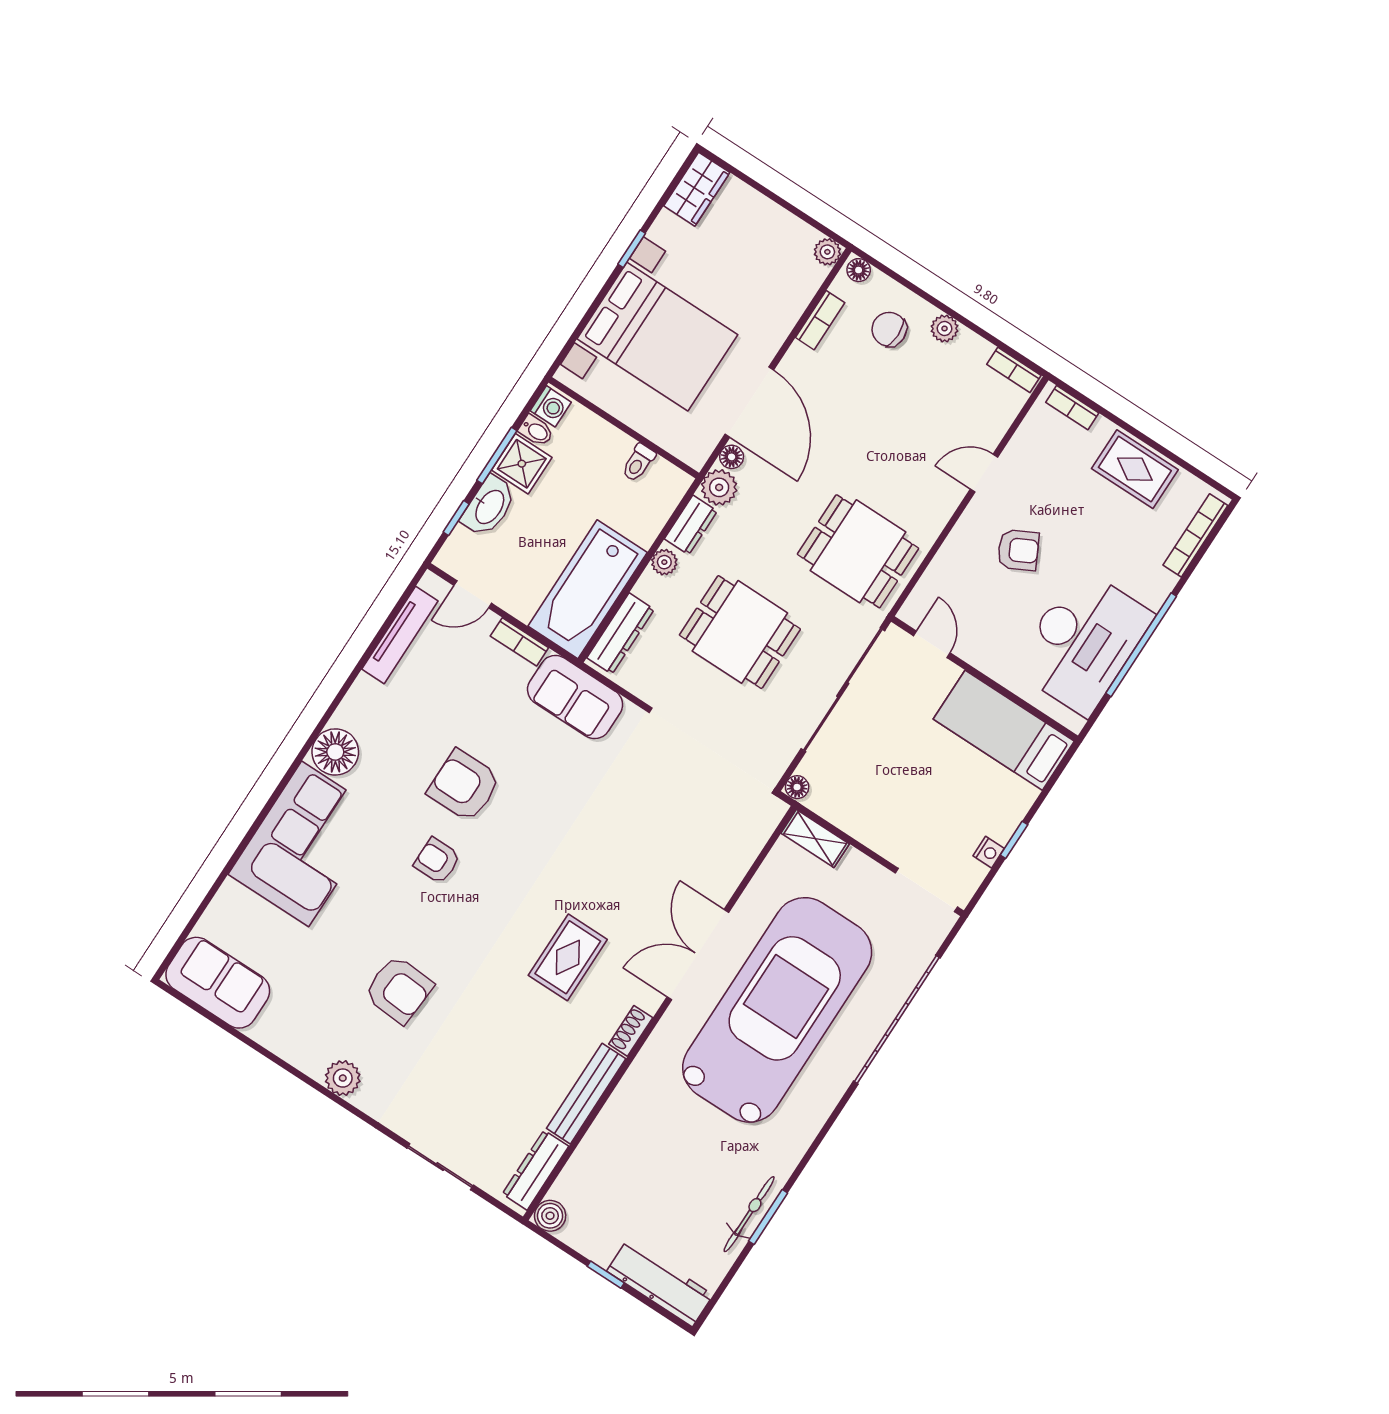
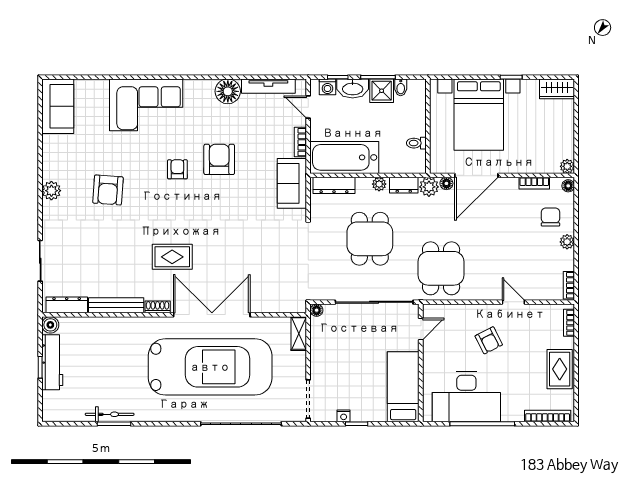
washing machine: (551, 406) -> (327, 87), moved
floor lamp: (335, 752) -> (228, 91), moved
double door: (698, 955) -> (212, 315), width x1.36
workbench: (660, 1283) -> (52, 362), moved

